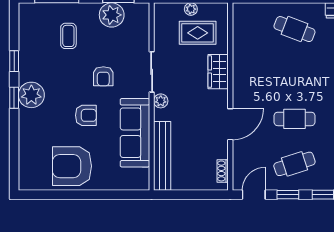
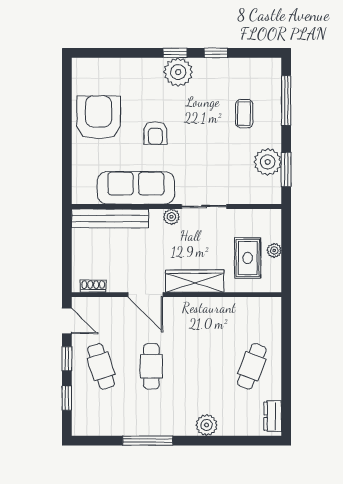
coffee table: (68, 36) -> (244, 114), turned 90
wardrobe: (218, 72) -> (195, 281), width x1.50
armchair: (103, 76) -> (199, 153), removed

